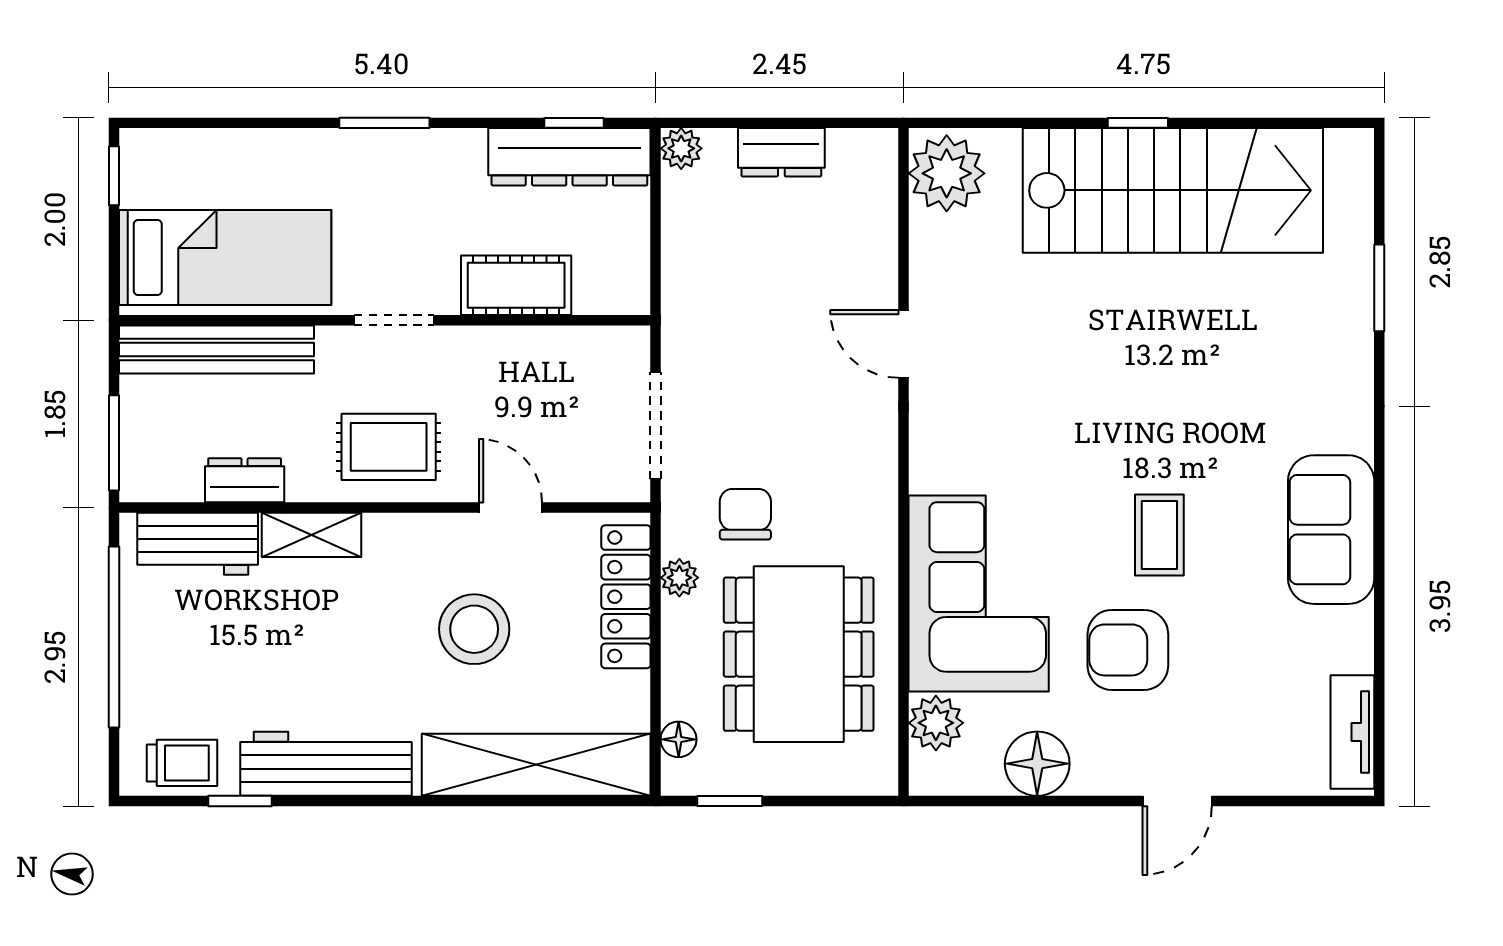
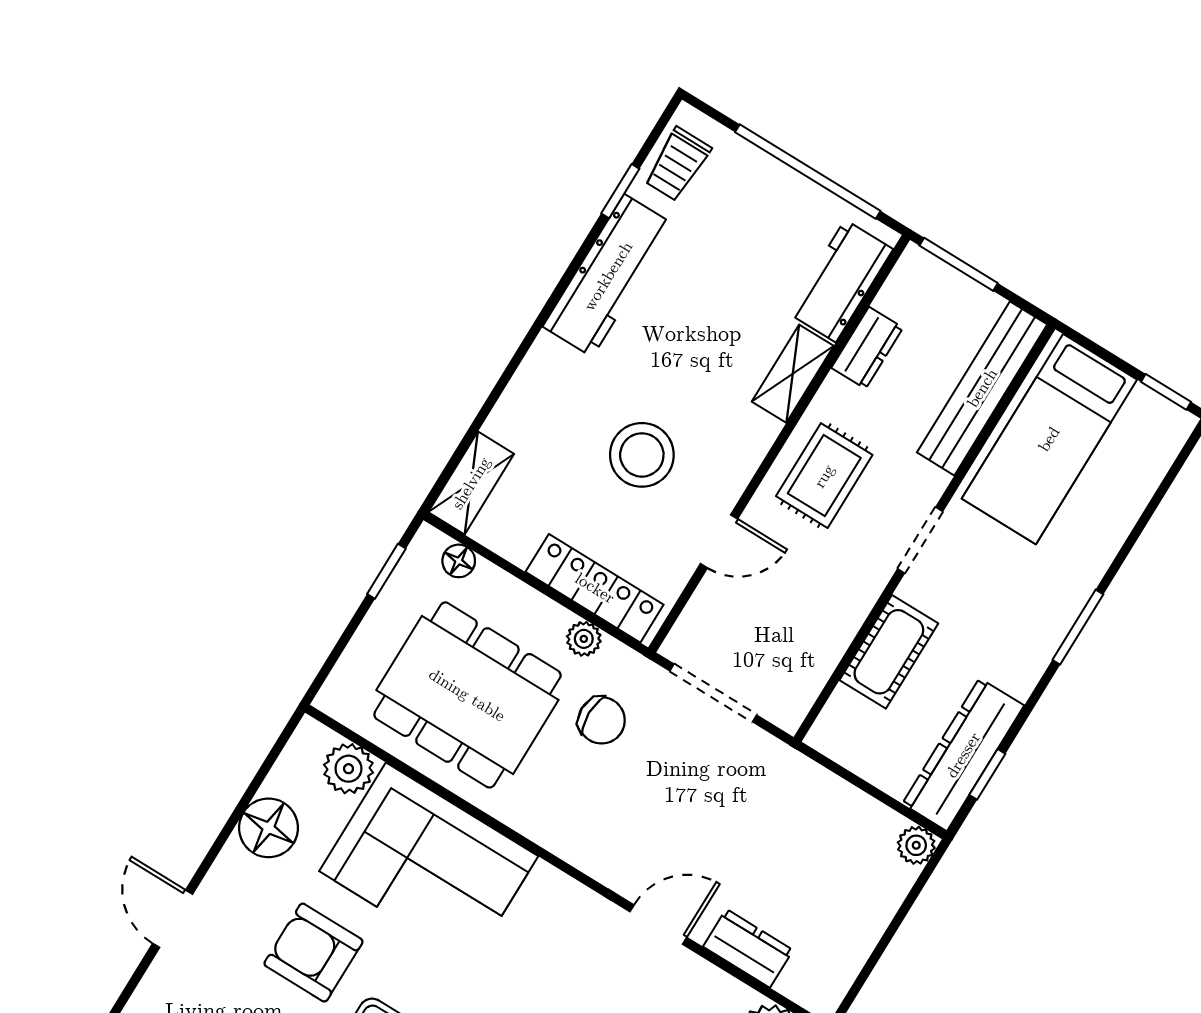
dresser: (781, 152) -> (748, 948), moved, turned 90
armchair: (1128, 650) -> (313, 953), turned -90
shelving: (536, 765) -> (471, 483), width x0.45, depth x0.75

